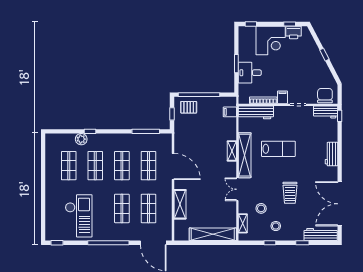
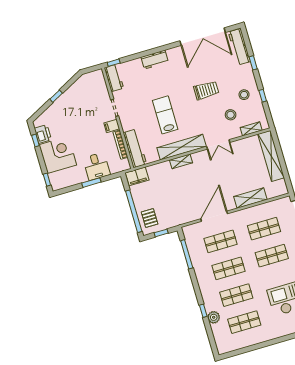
chair: (325, 96) -> (97, 83), removed
filing cabinet: (230, 112) -> (137, 176), width x2.00

